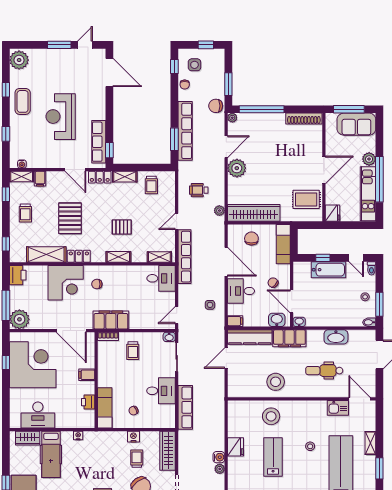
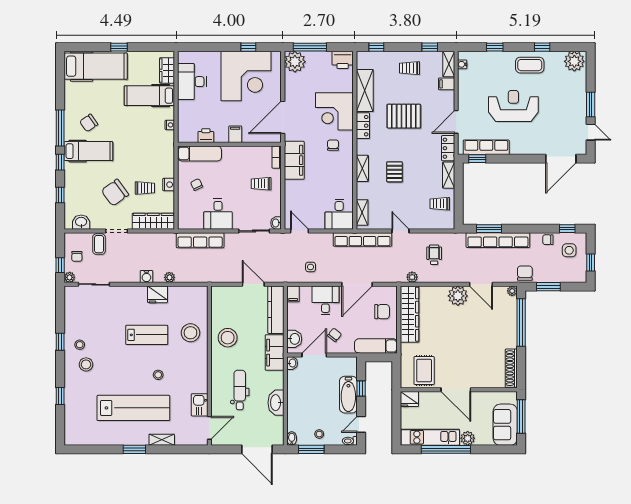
plant: (220, 469) -> (169, 277), moved

